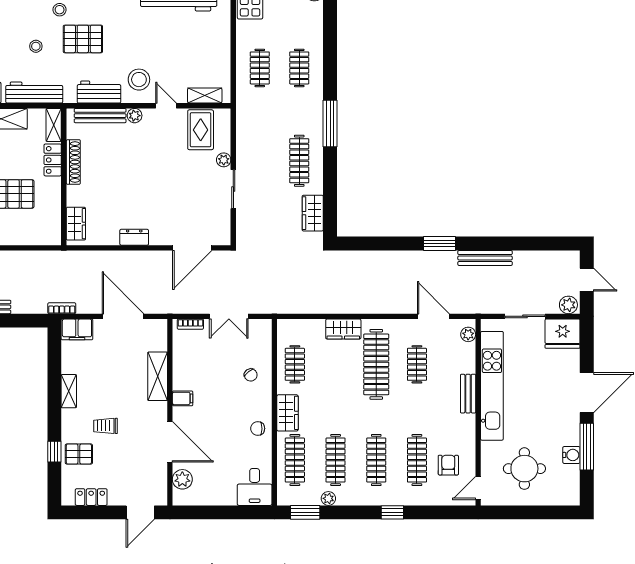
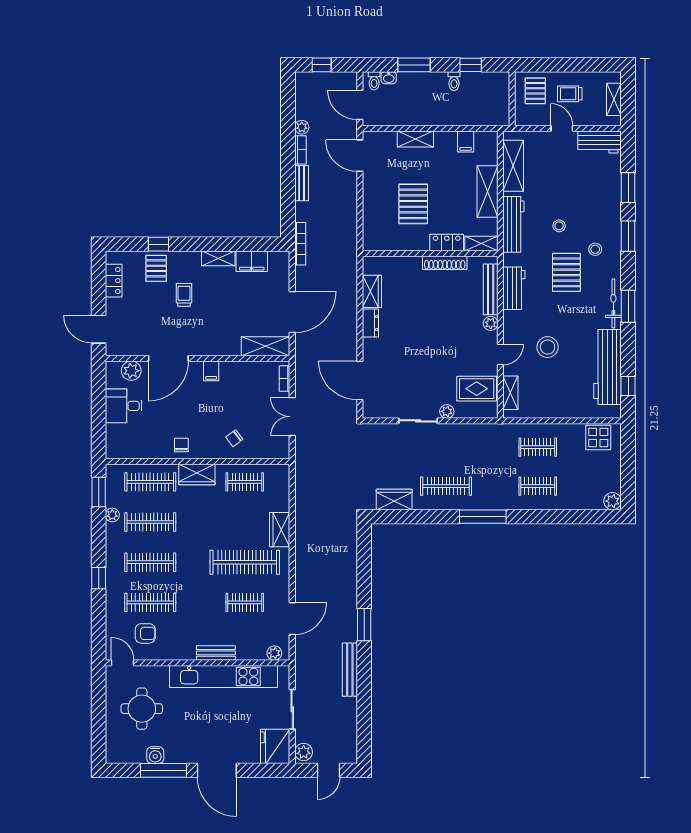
stool: (139, 80) -> (548, 347), moved
wardrobe: (76, 224) -> (372, 291), moved, turned -90
bookcase: (62, 308) -> (300, 244), width x1.56
filing cabinet: (77, 329) -> (252, 261), moved, turned -90
shelving: (158, 376) -> (266, 346), moved
desk: (255, 487) -> (124, 406), moved

